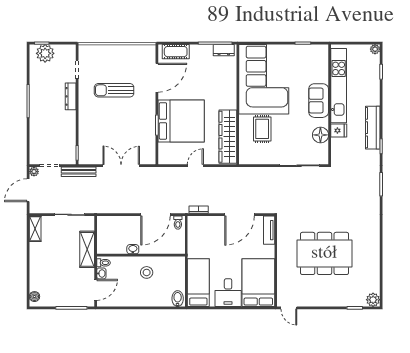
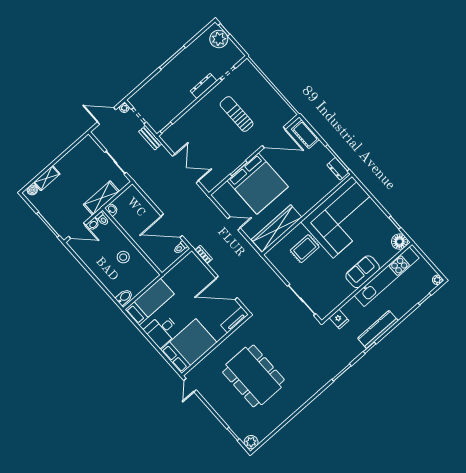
fridge: (339, 130) -> (339, 319), moved
floor lamp: (320, 135) -> (399, 242), moved
bench: (79, 172) -> (150, 138), width x0.73
shelving: (35, 229) -> (47, 178), moved
washbasin: (133, 249) -> (112, 209), moved

